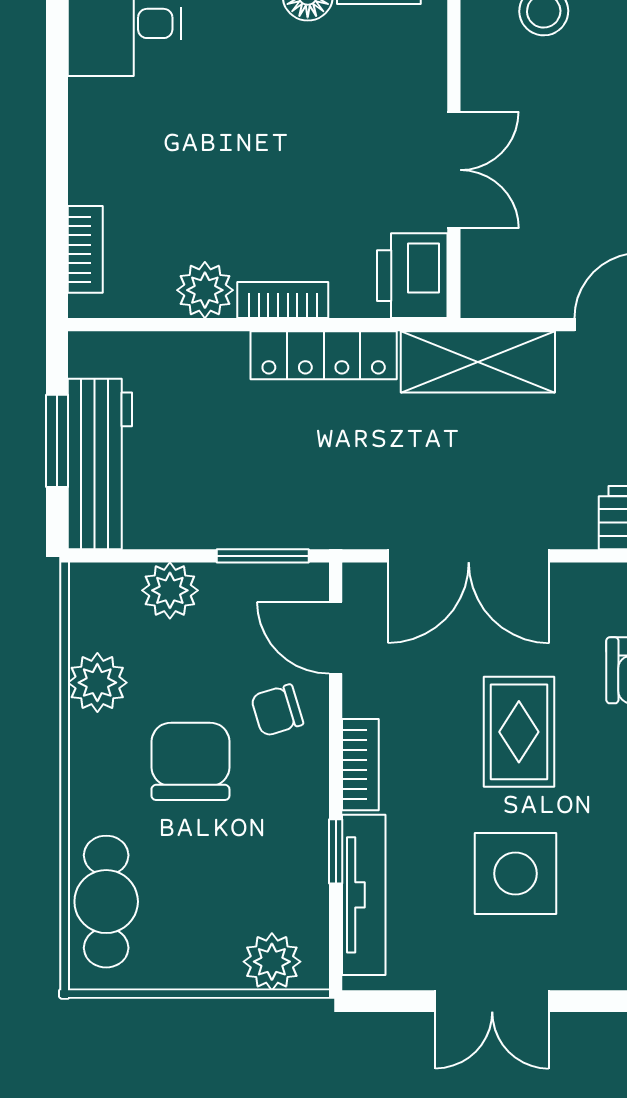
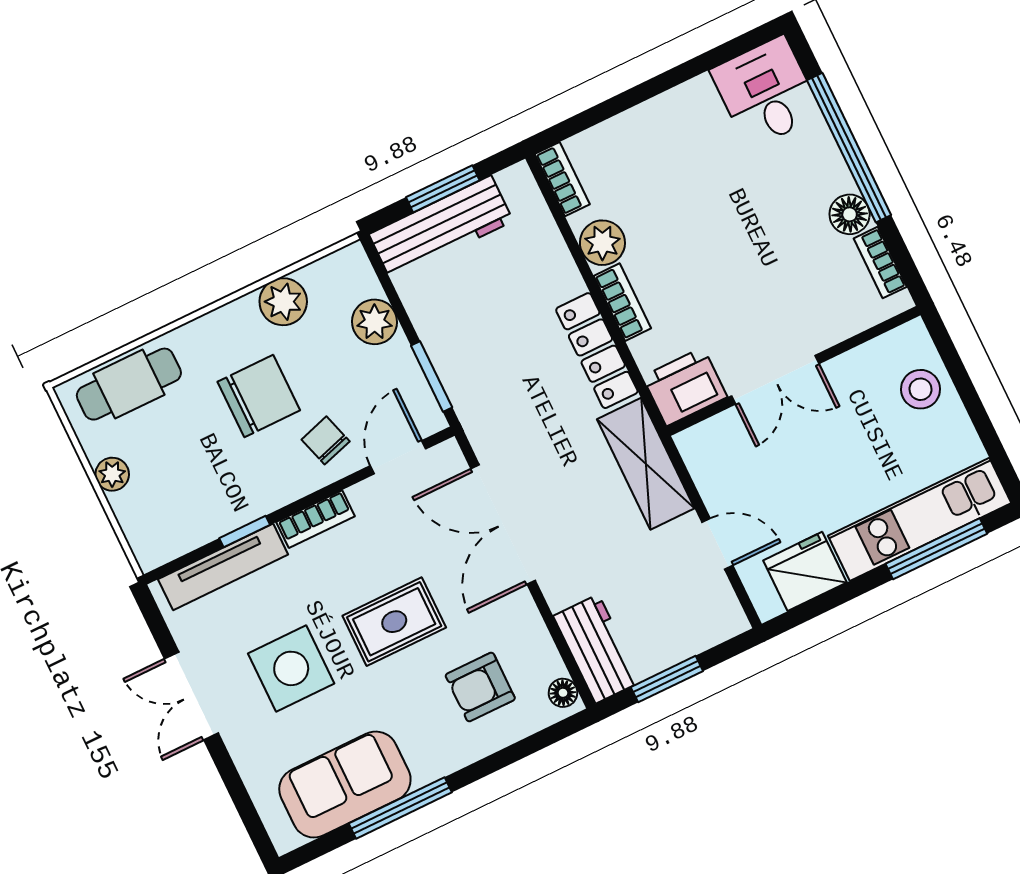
bookcase: (85, 249) -> (562, 179), moved, turned -90
plant: (272, 962) -> (112, 474), moved, width x0.73, depth x0.73

